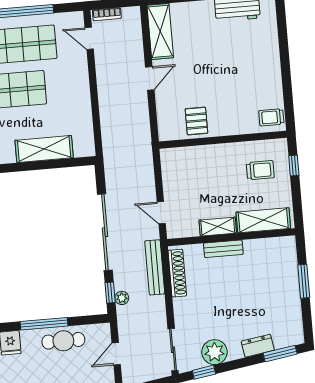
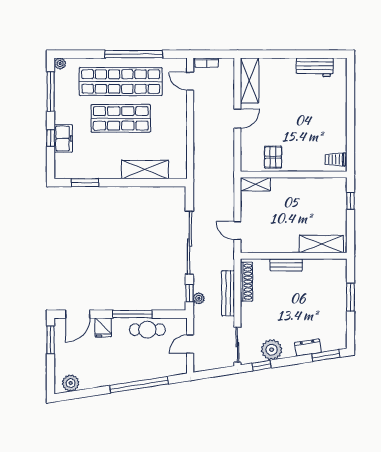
trolley: (260, 170) -> (322, 202), removed
shelving: (218, 227) -> (255, 184), moved
bench: (155, 267) -> (228, 293), moved

